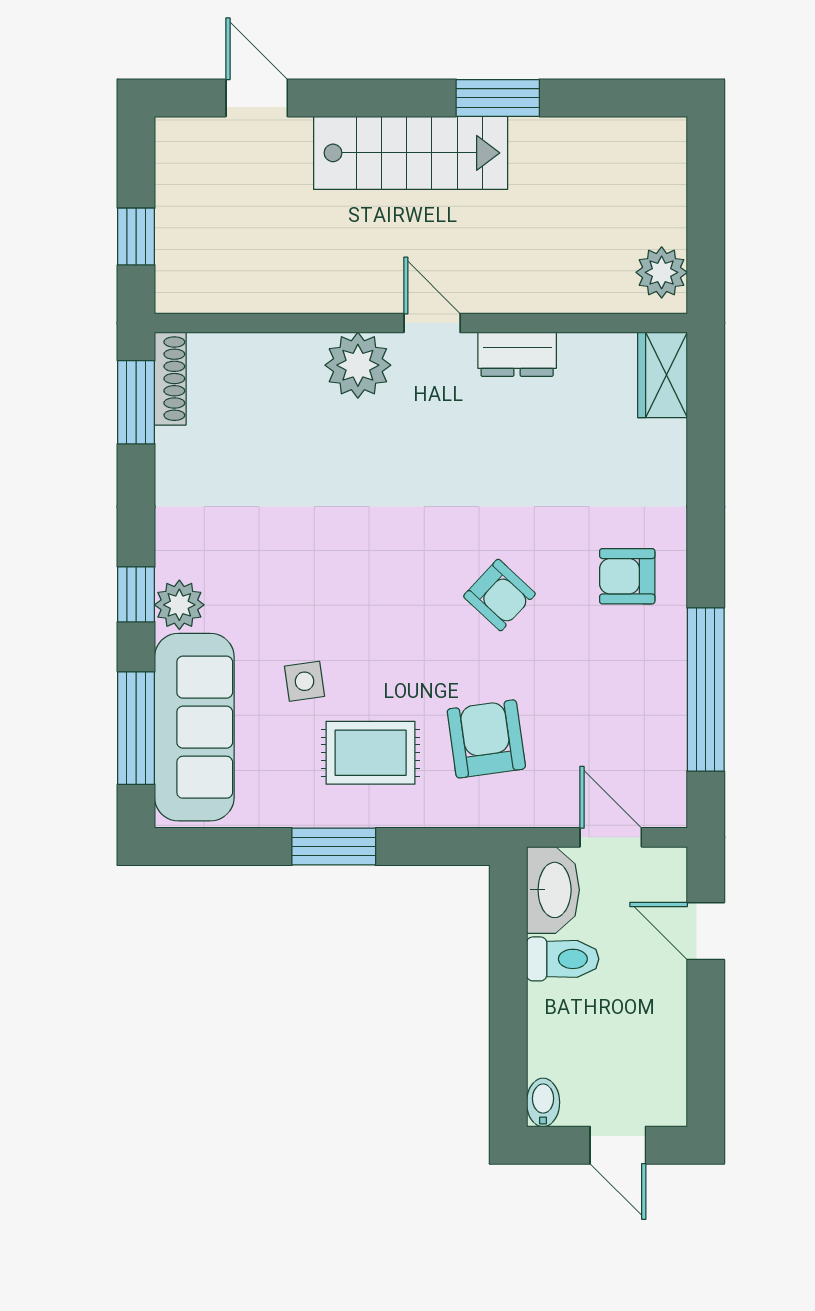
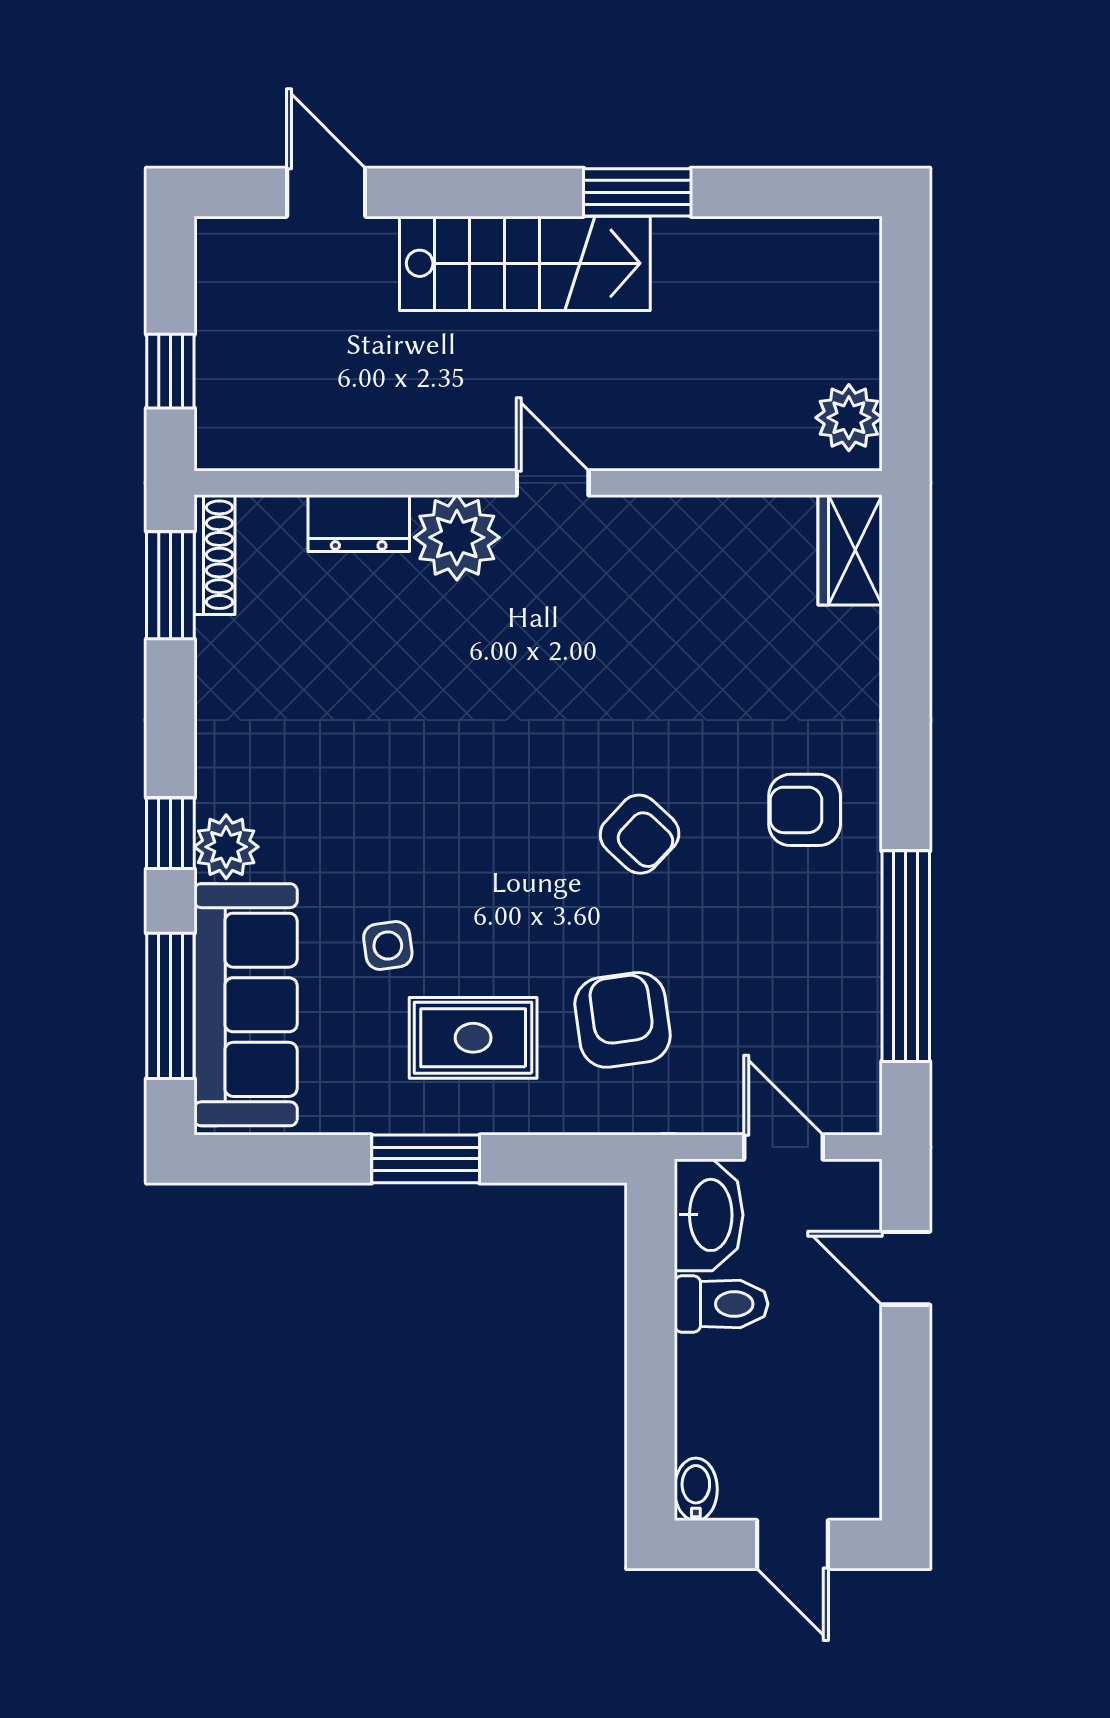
dresser: (517, 354) -> (359, 523), moved

